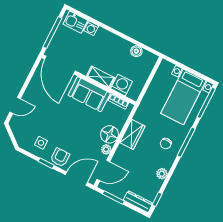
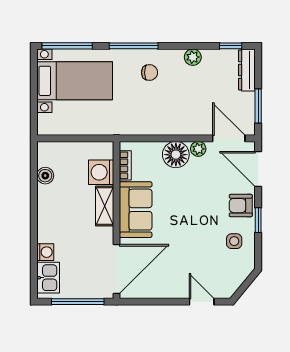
wardrobe: (132, 134) -> (160, 124), removed

